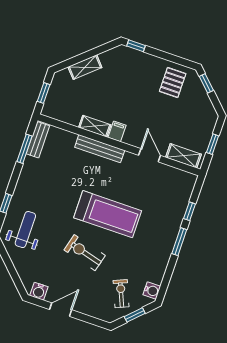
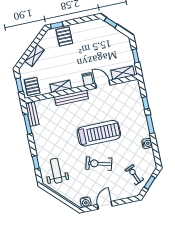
pallet: (173, 82) -> (64, 36), moved
pallet: (59, 105) -> (32, 86), added
filing cabinet: (117, 131) -> (88, 79), moved
water cooler: (152, 291) -> (147, 143), moved

